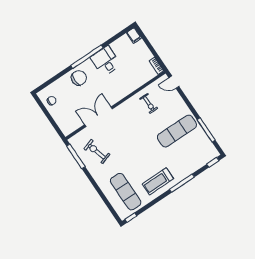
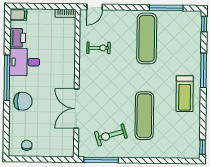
printer: (118, 45) -> (18, 38), added
chair: (79, 78) -> (23, 101), turned 90
exercise mat: (126, 192) -> (144, 116), moved, turned 90

